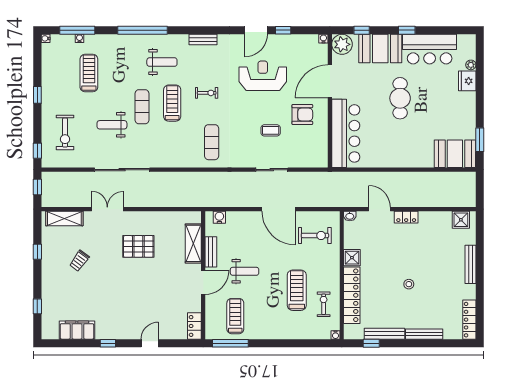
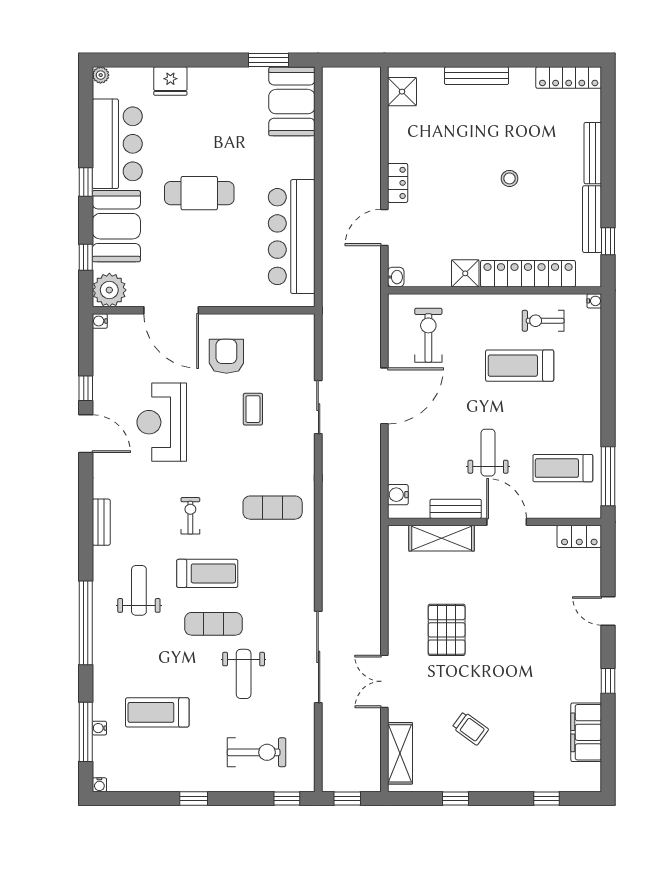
plant: (471, 65) -> (101, 75), moved
treadmill: (172, 103) -> (207, 573), turned 180
bar counter: (346, 133) -> (292, 237), moved, turned -90

